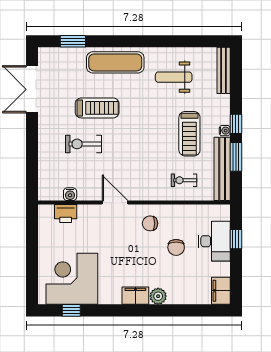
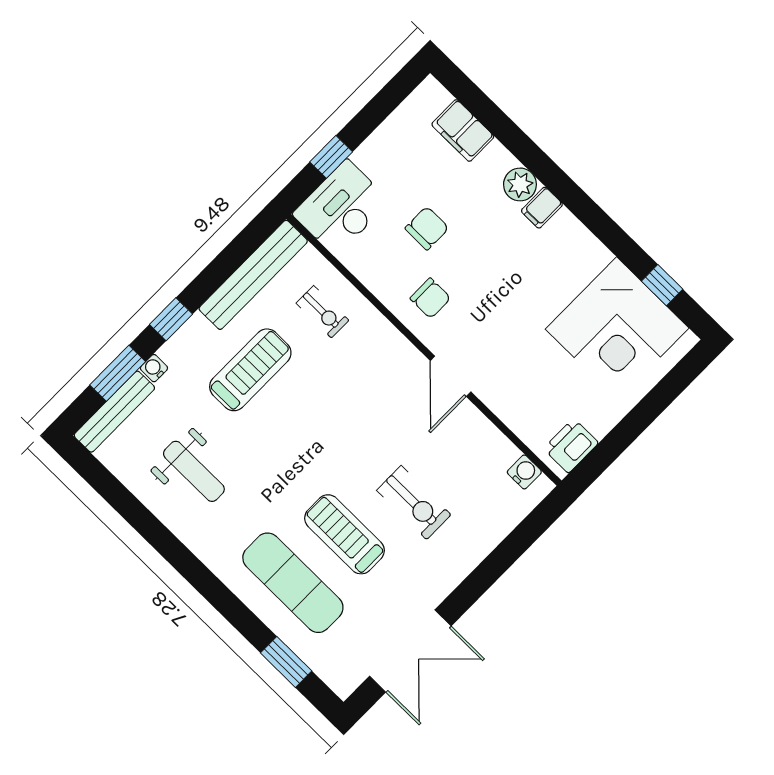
exercise mat: (115, 62) -> (293, 583), moved
water cooler: (225, 131) -> (154, 368), moved
window: (236, 157) -> (118, 373), moved
water cooler: (70, 194) -> (524, 472), moved
printer: (66, 213) -> (571, 446), moved, turned -90
desk: (214, 241) -> (341, 208), moved
filing cabinet: (221, 291) -> (463, 130), moved, turned 90
filing cabinet: (135, 296) -> (542, 208), width x0.50

